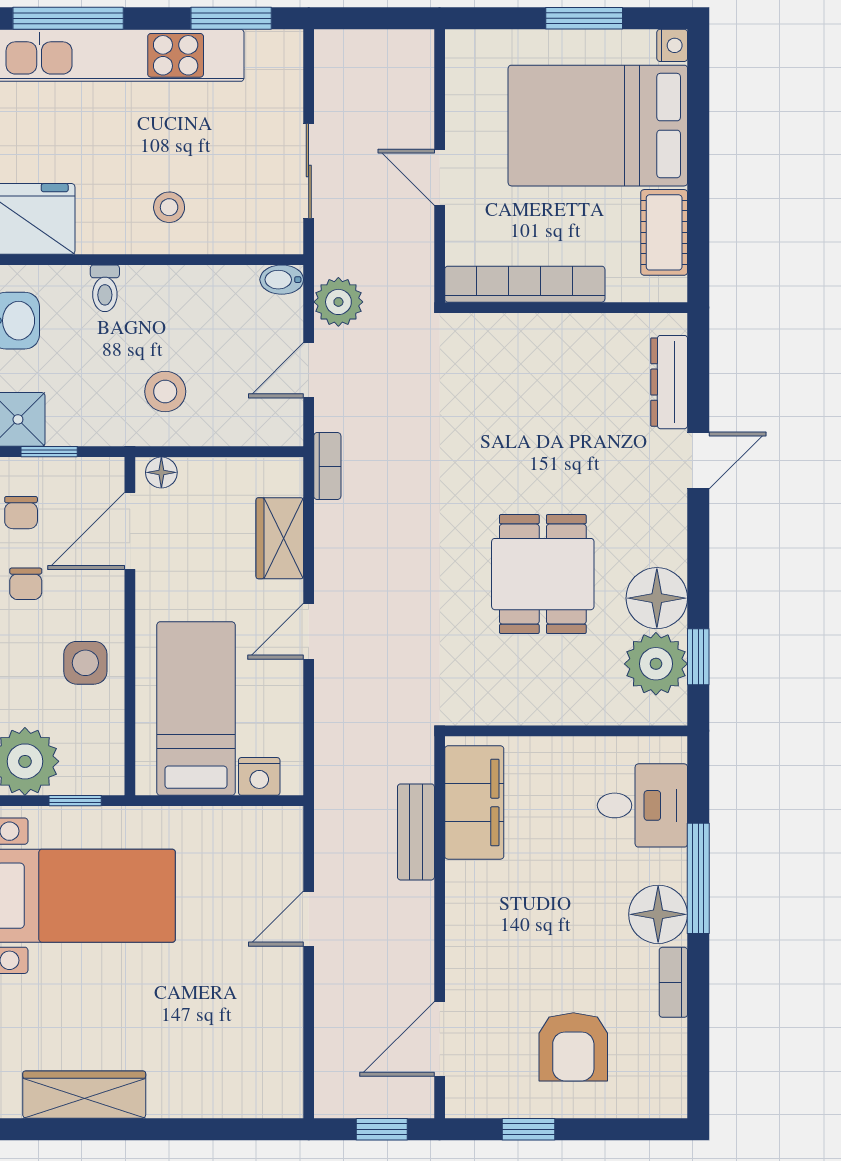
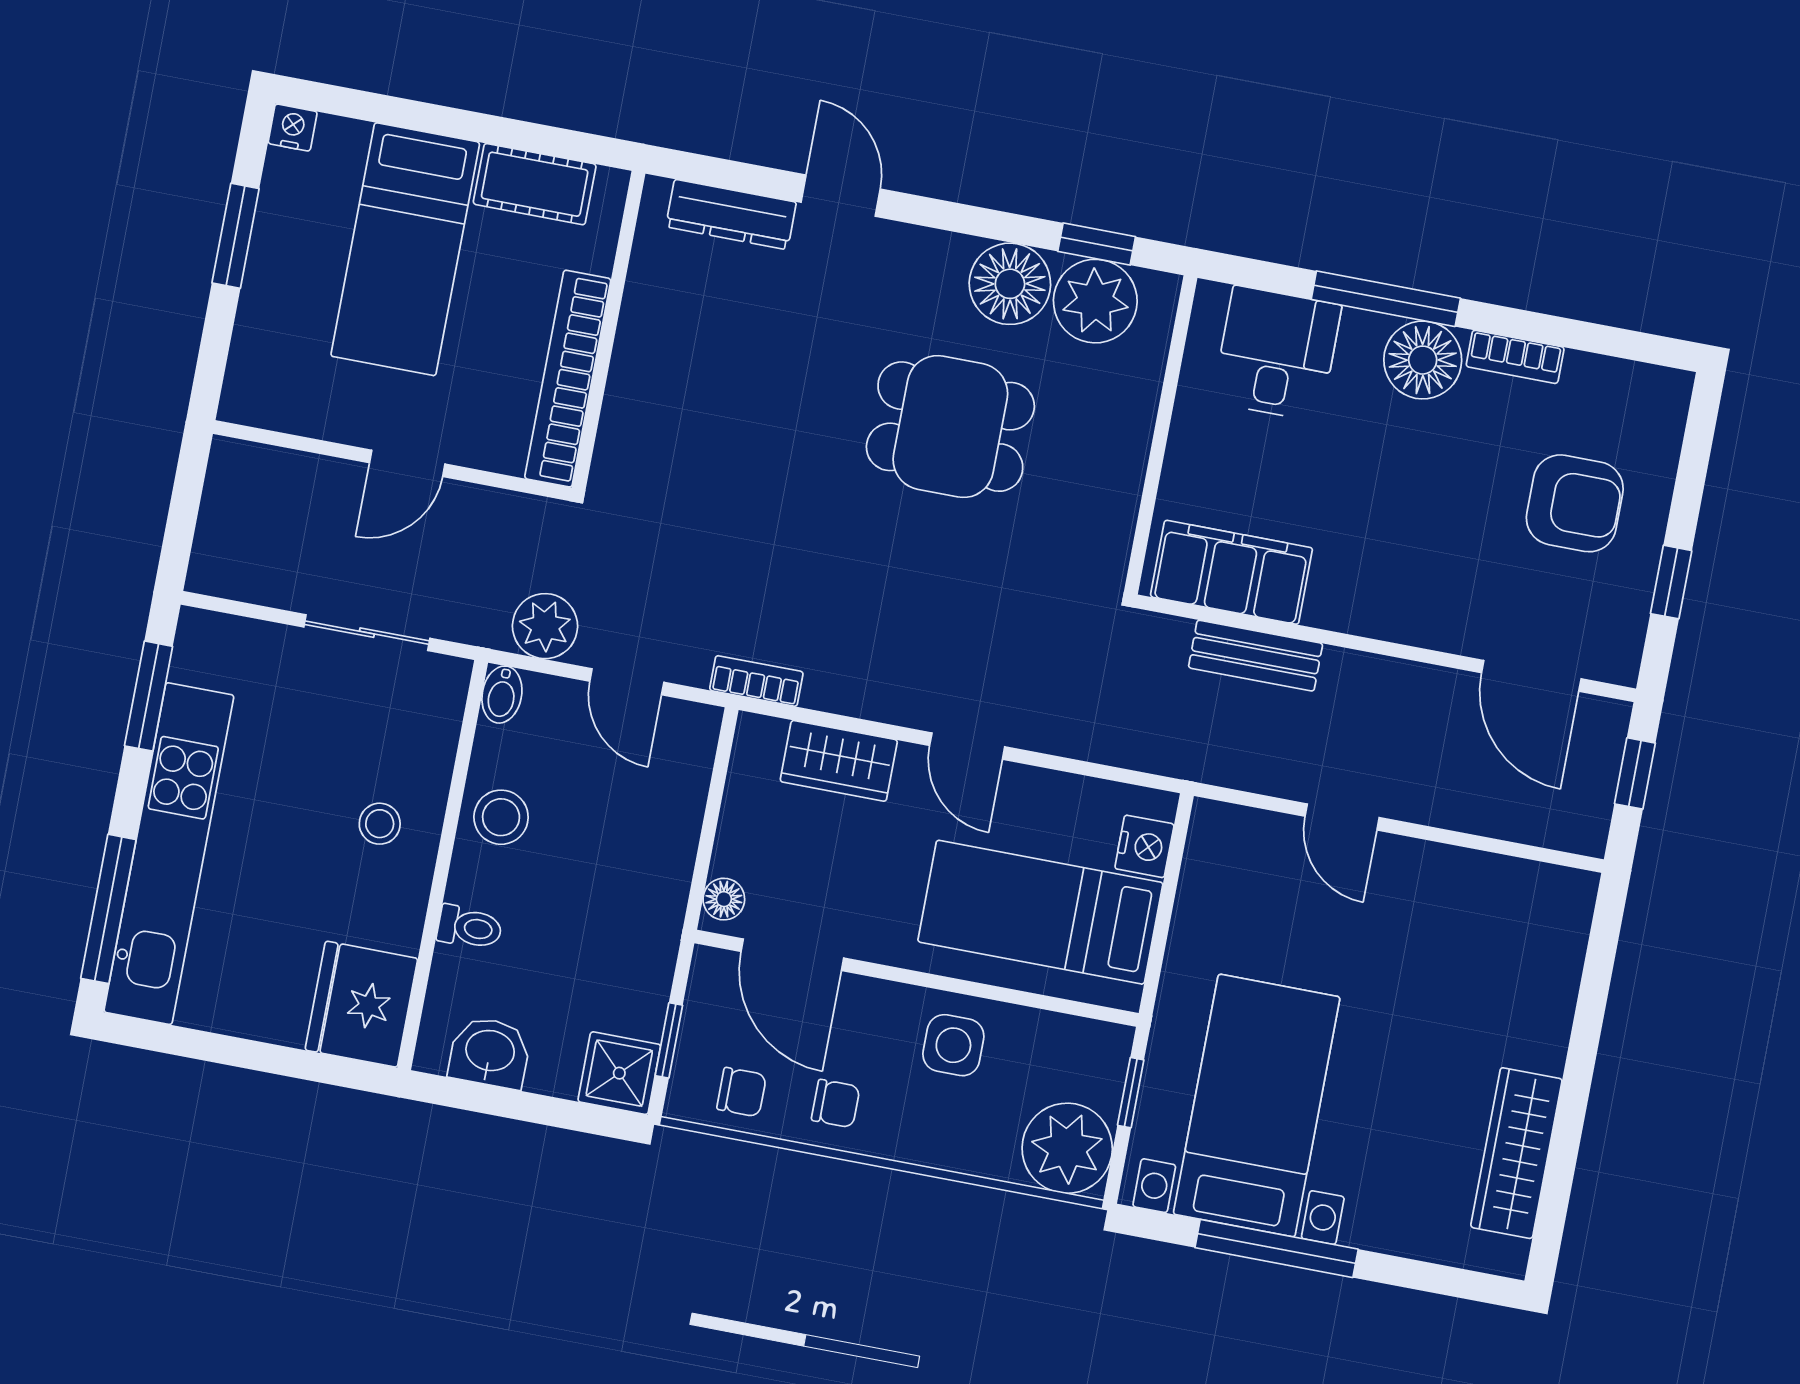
bed: (598, 126) -> (405, 249), width x0.67
stool: (165, 392) -> (501, 817), moved

